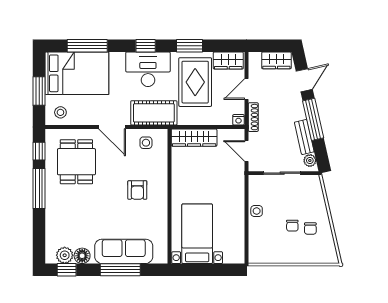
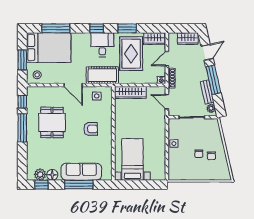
desk: (148, 69) -> (102, 45), width x0.73
dining table: (76, 162) -> (52, 122), moved
armchair: (137, 190) -> (91, 129), turned -90

